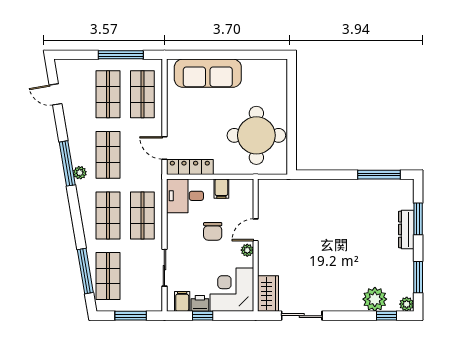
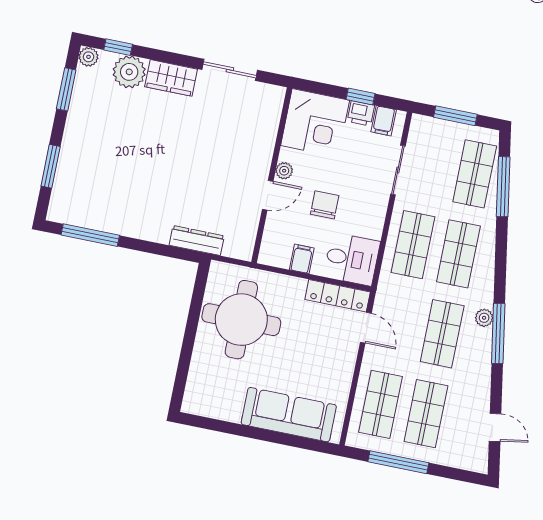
dresser: (406, 230) -> (197, 241), moved, turned -90
wardrobe: (268, 294) -> (171, 78), moved, turned -90

